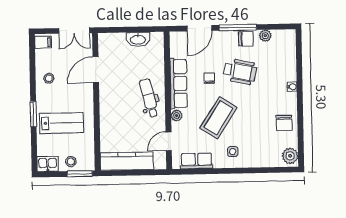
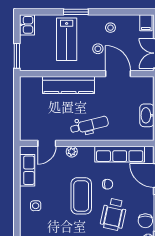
row of seats: (179, 83) -> (120, 154), moved
coffee table: (218, 118) -> (81, 196), moved, turned 57
door: (169, 141) -> (47, 143), swing flipped
stool: (71, 161) -> (98, 49), moved
kitchen counter: (127, 161) -> (69, 85), moved, turned 90

